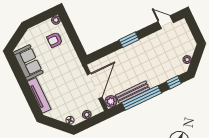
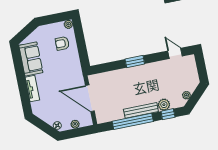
door: (95, 86) -> (90, 98), swing flipped
bench: (132, 92) -> (141, 110), moved
tv unit: (39, 95) -> (32, 89), width x0.71
plant: (111, 101) -> (164, 105), moved

